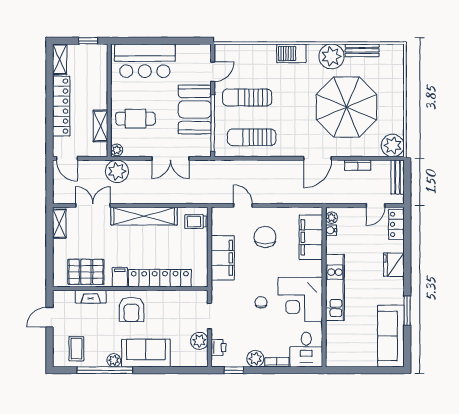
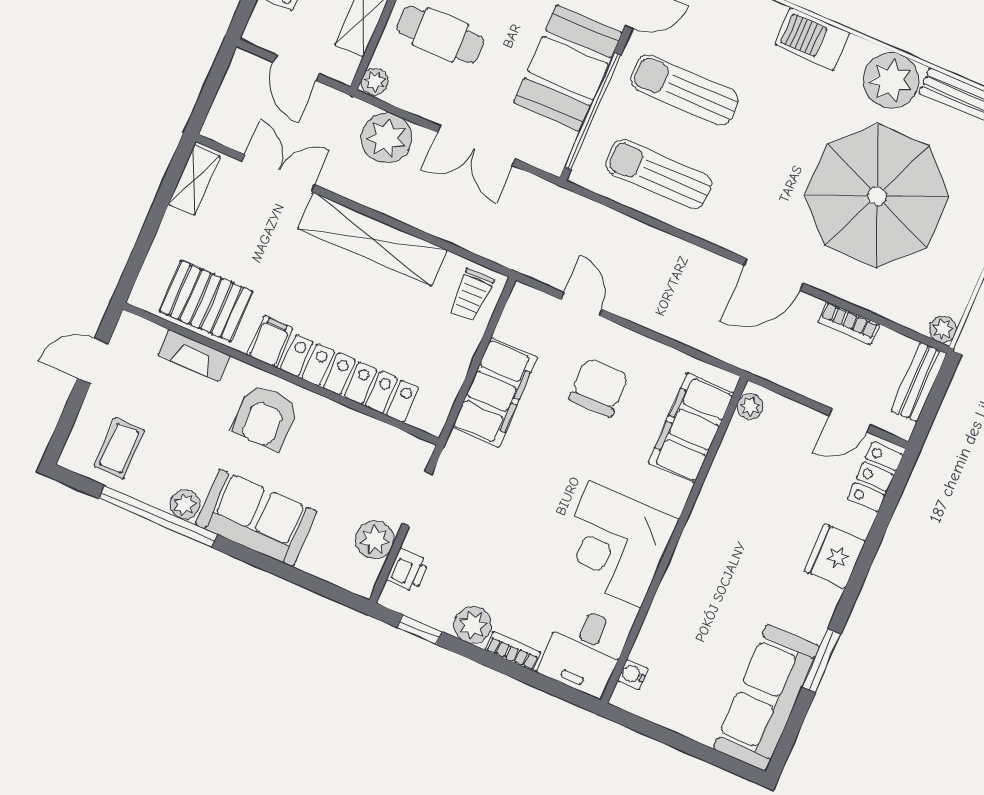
plant: (393, 145) -> (943, 329), width x0.53, depth x0.53
door: (67, 158) -> (296, 68), moved
plant: (117, 171) -> (386, 138), moved
trolley: (195, 222) -> (471, 295), turned -90
water cooler: (331, 230) -> (633, 674), moved
kitchen unit: (335, 287) -> (696, 551), removed
chair: (261, 302) -> (533, 516), removed

